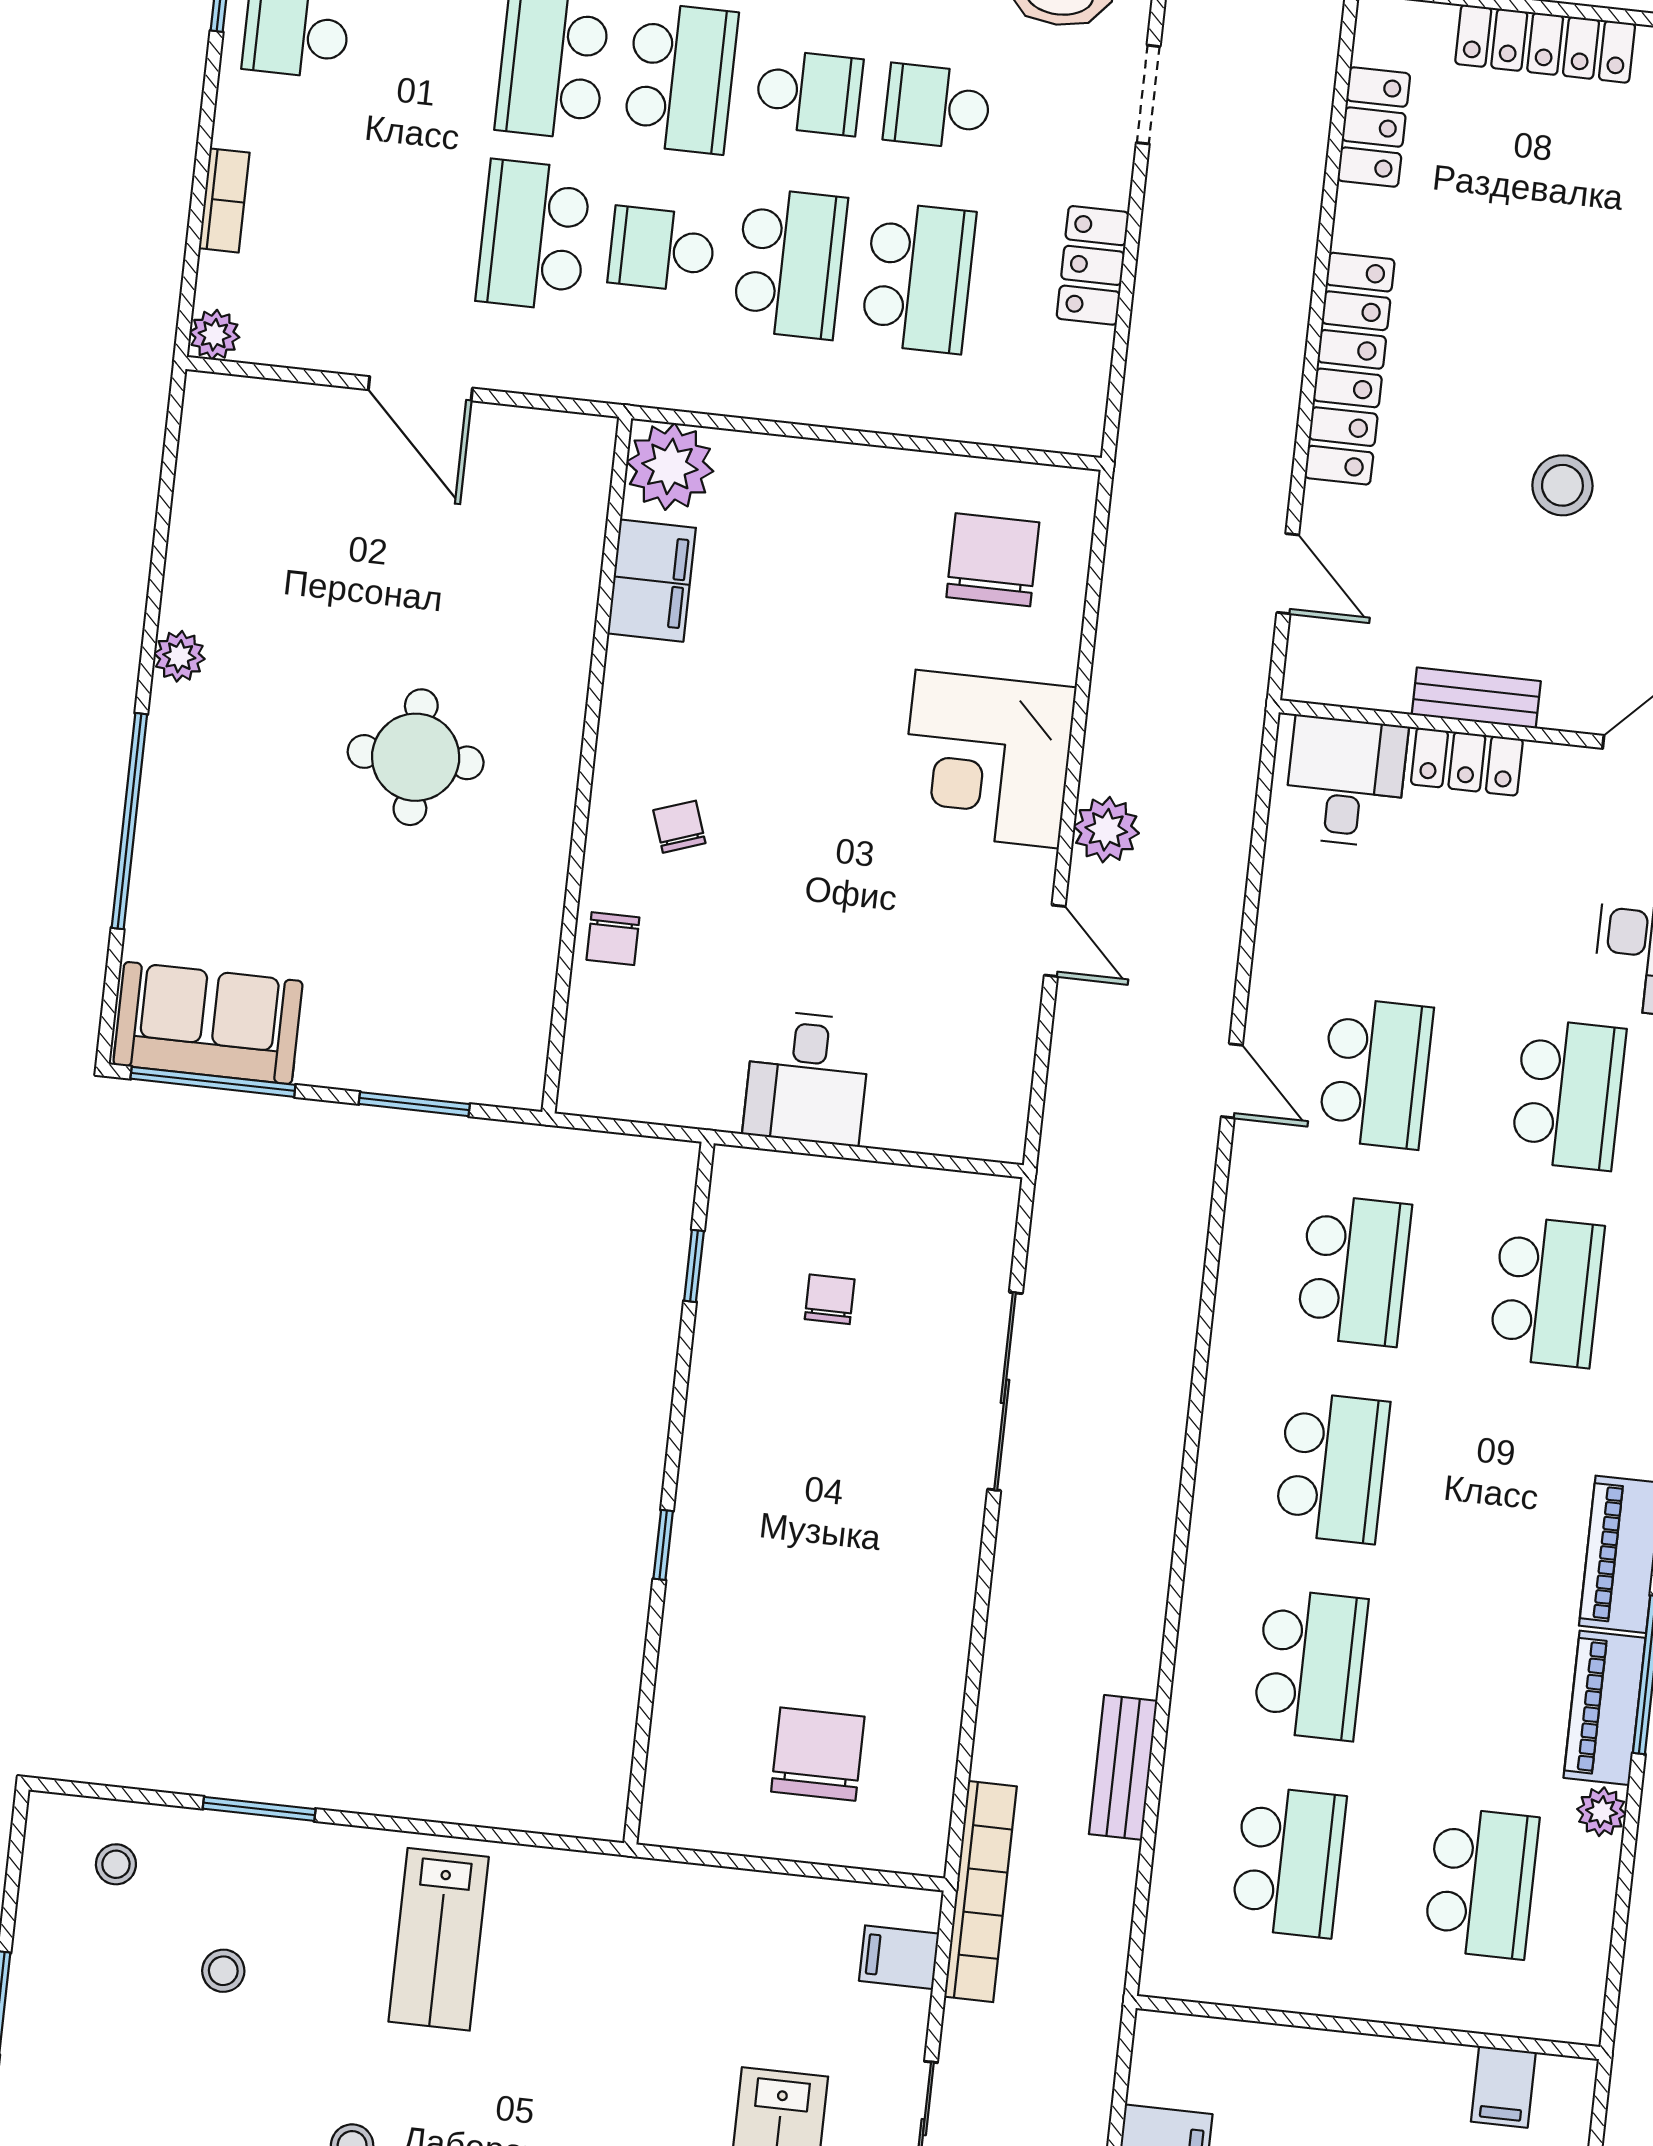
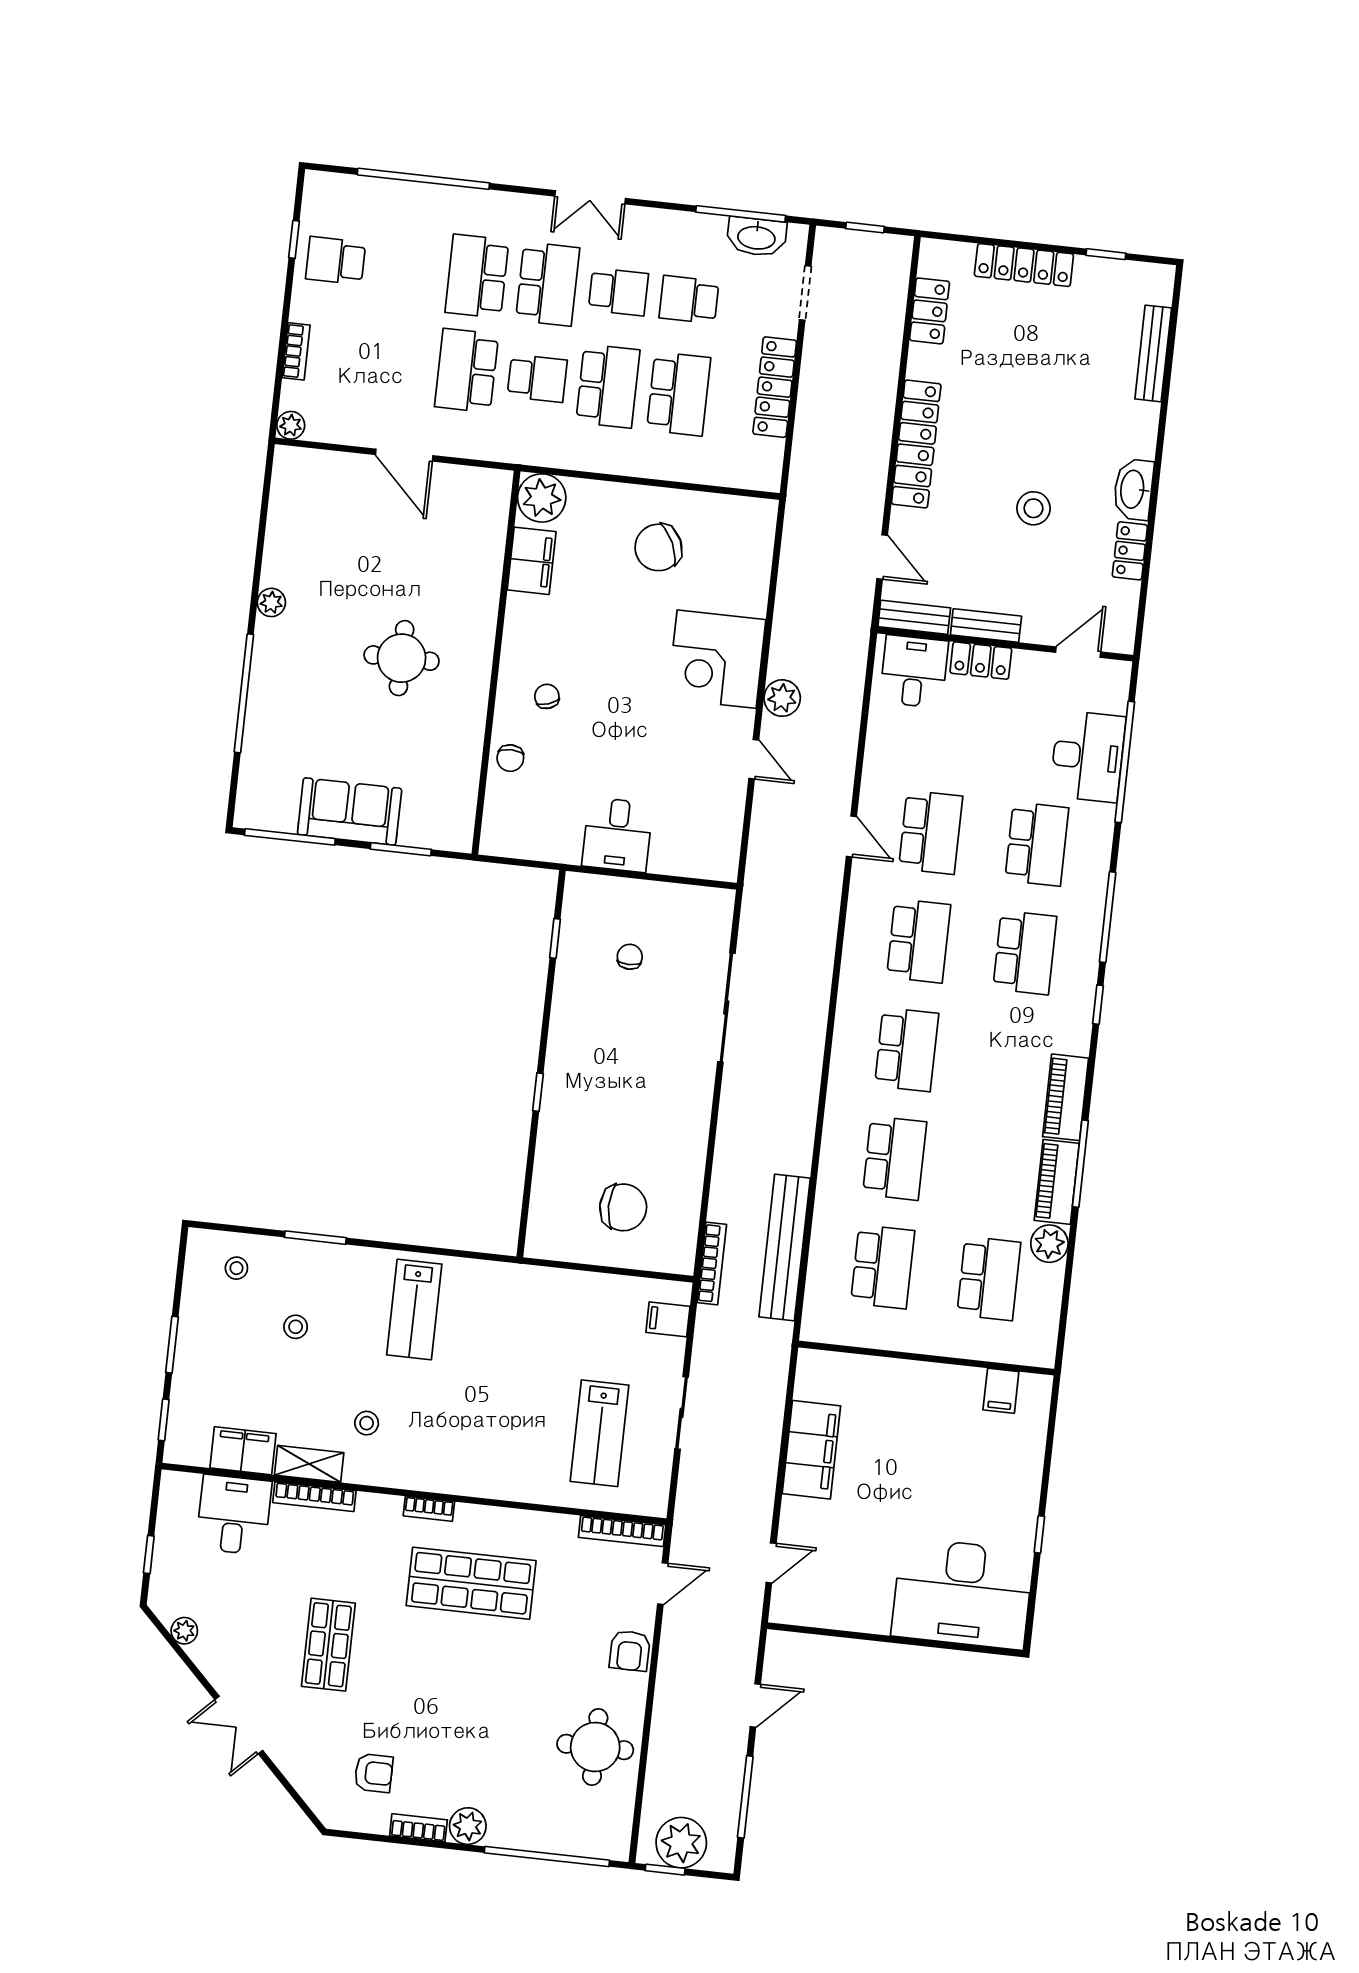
school desk: (662, 249) -> (537, 378), turned 180
locker: (1093, 265) -> (775, 387), width x1.53
chair: (993, 560) -> (658, 547), moved, turned -115
bench: (1346, 683) -> (914, 617), added
sofa: (208, 1023) -> (350, 811), moved
chair: (818, 1754) -> (623, 1207), turned 90
bench: (1123, 1767) -> (785, 1247), width x1.86, depth x1.21
plant: (1602, 1812) -> (1049, 1244), width x1.38, depth x1.38
bookcase: (981, 1892) -> (712, 1264), width x0.68, depth x0.76

